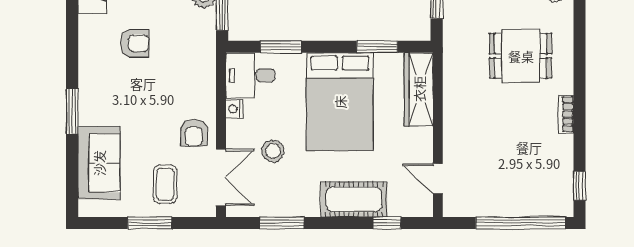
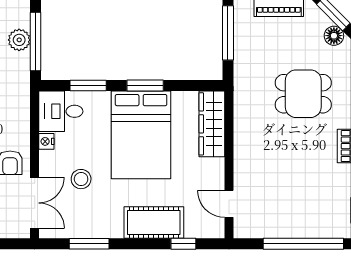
window: (377, 47) -> (145, 86), moved

